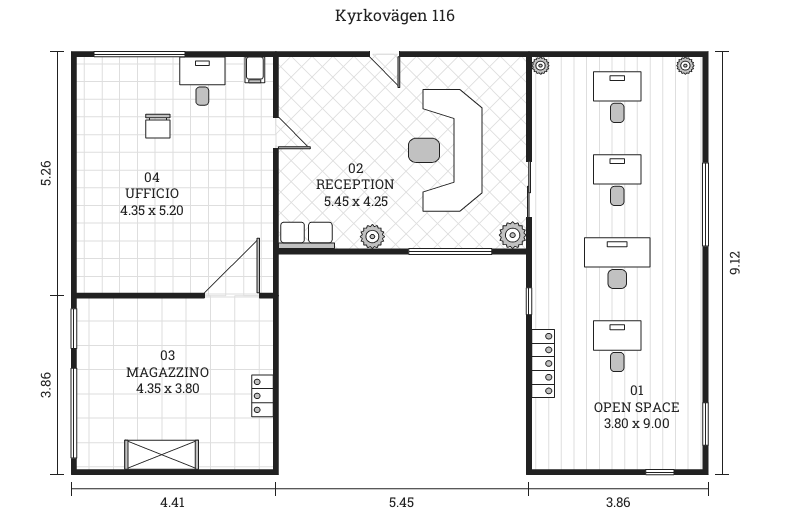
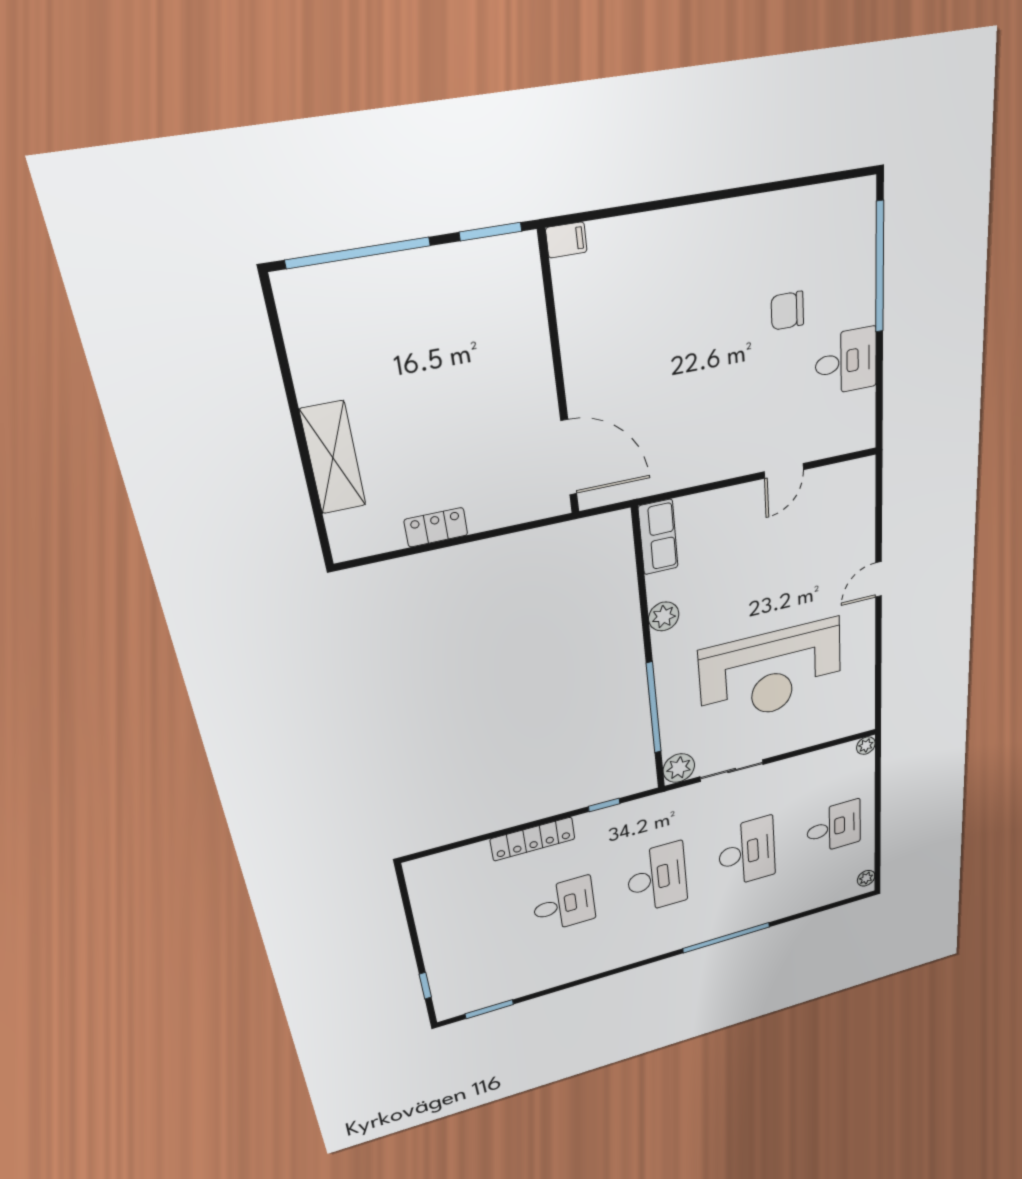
filing cabinet: (255, 70) -> (566, 240), moved, turned 180
reception desk: (445, 150) -> (771, 673), turned 180
desk: (617, 180) -> (747, 852), width x1.37
shelving: (162, 455) -> (333, 458), moved

